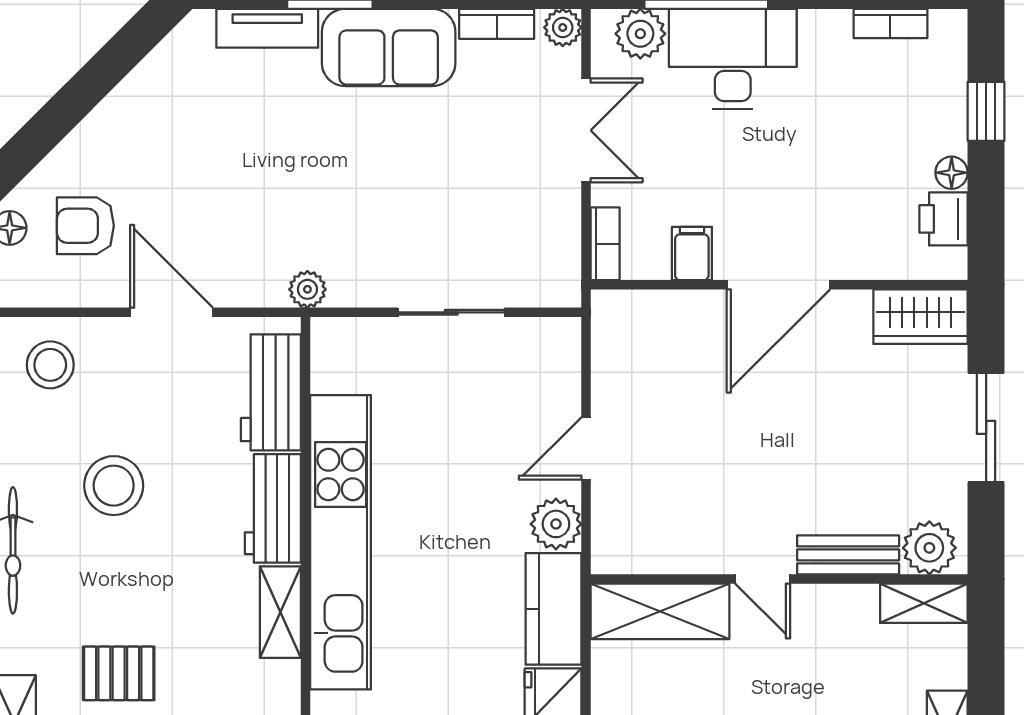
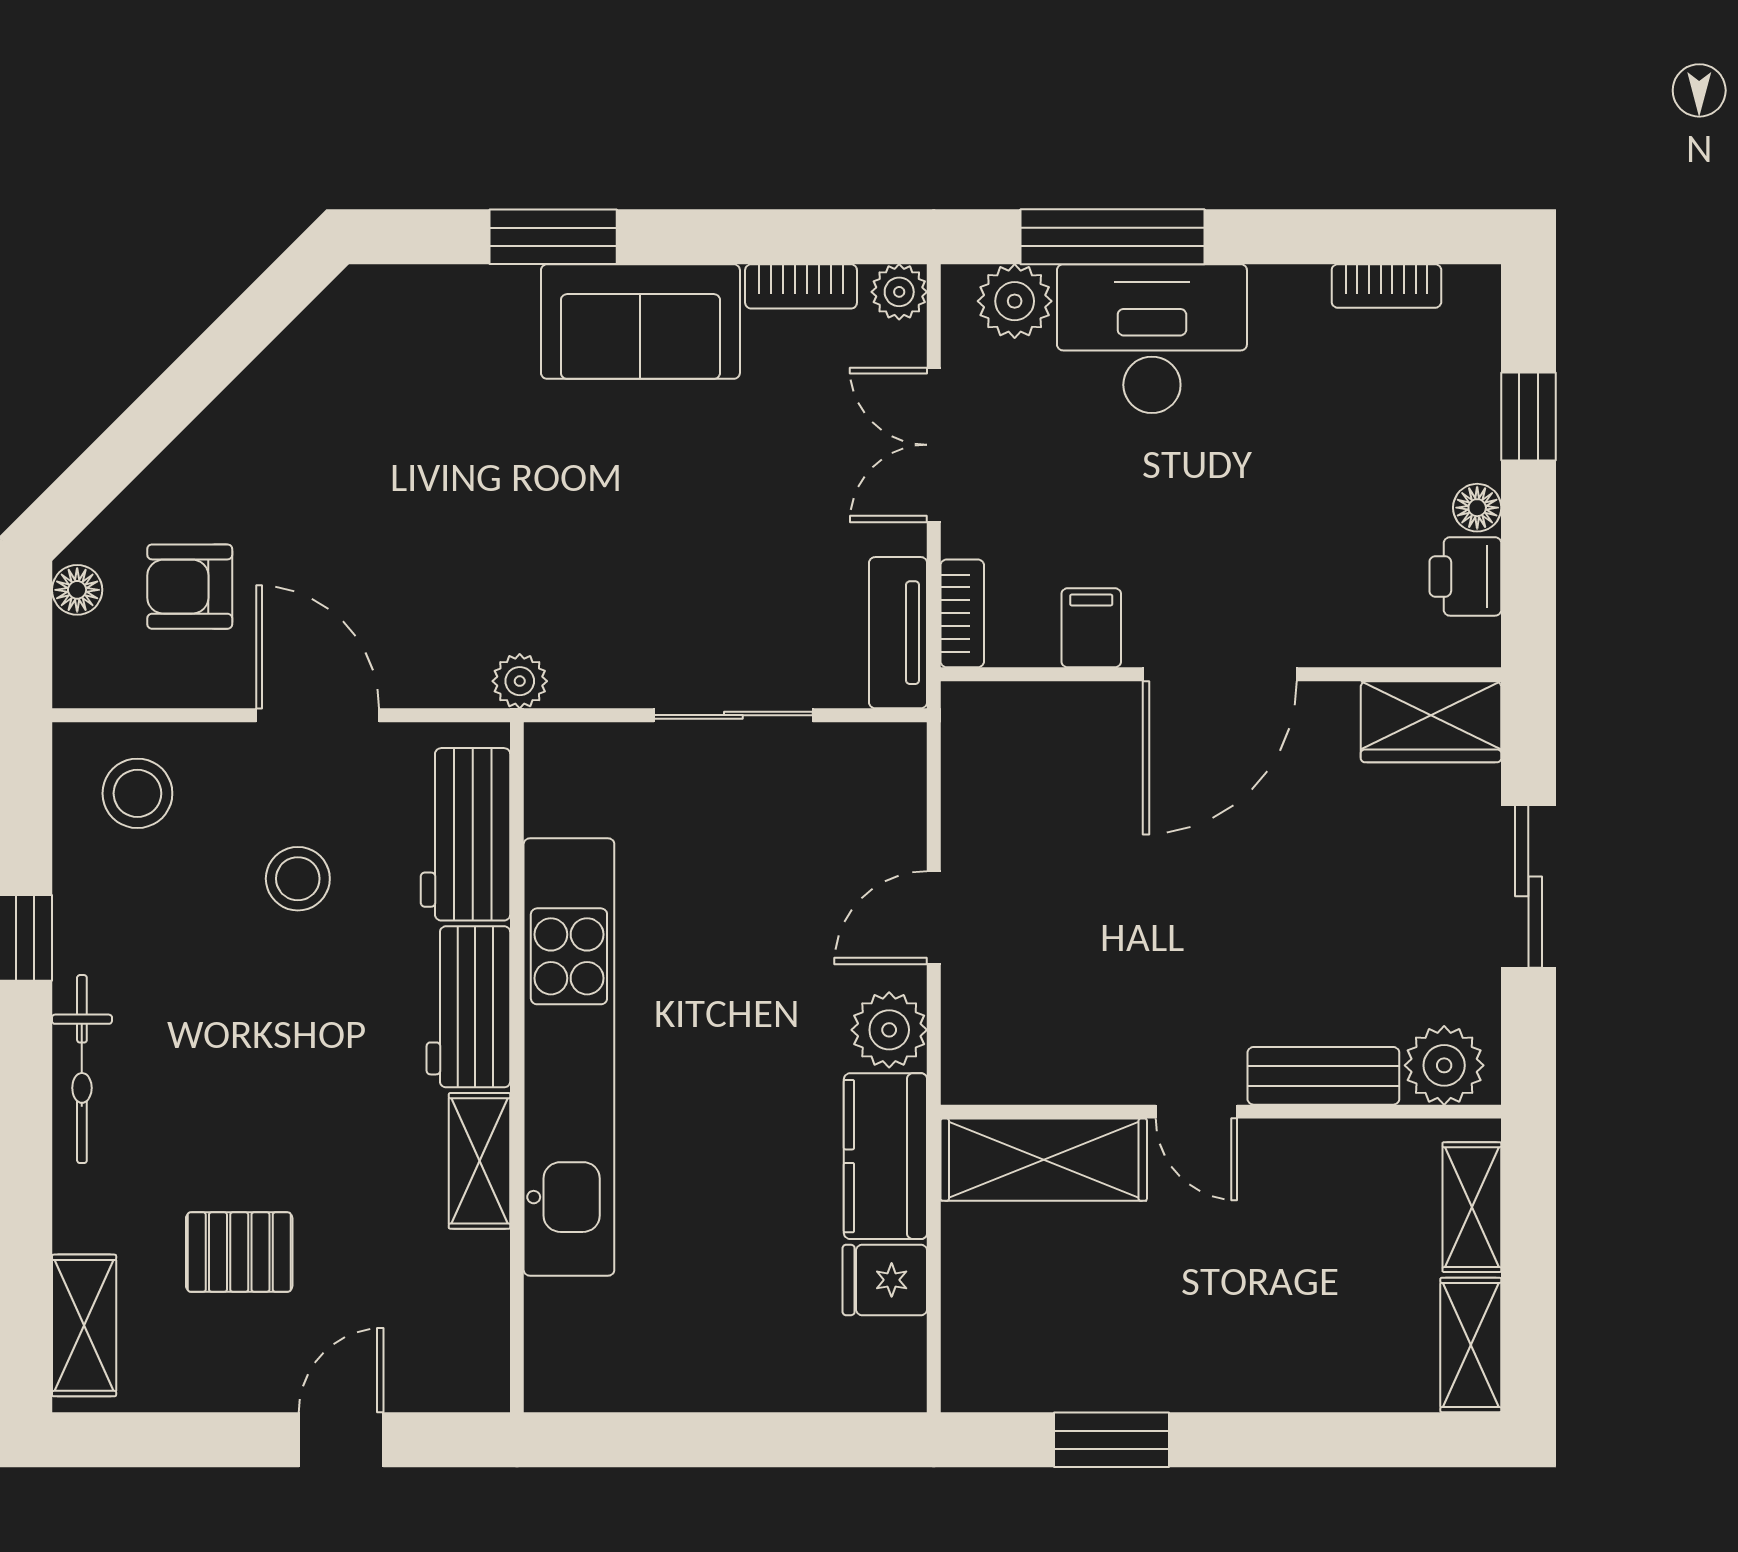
tv unit: (267, 28) -> (898, 633), moved, turned 90
double door: (586, 130) -> (934, 445), swing flipped
stool: (114, 486) -> (298, 879), moved, width x0.73, depth x0.73
shelving: (924, 603) -> (1472, 1207), moved, turned 90

